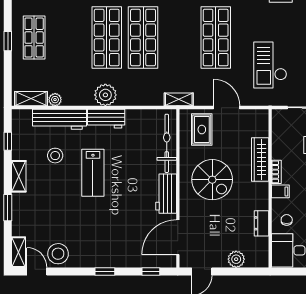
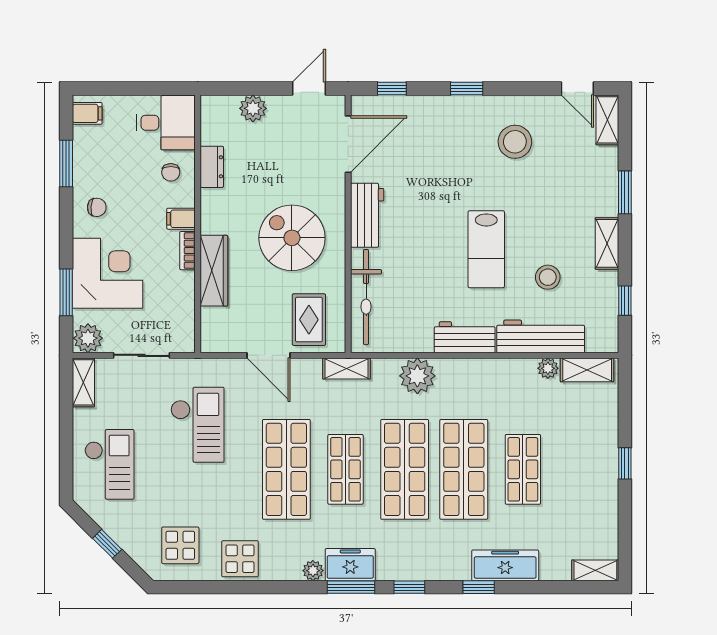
shop shelf: (34, 38) -> (523, 469), moved
shop shelf: (179, 38) -> (346, 469), added
plant: (105, 95) -> (417, 376), moved
lab bench: (93, 173) -> (486, 249), turned 180
stool: (58, 254) -> (515, 142), moved

